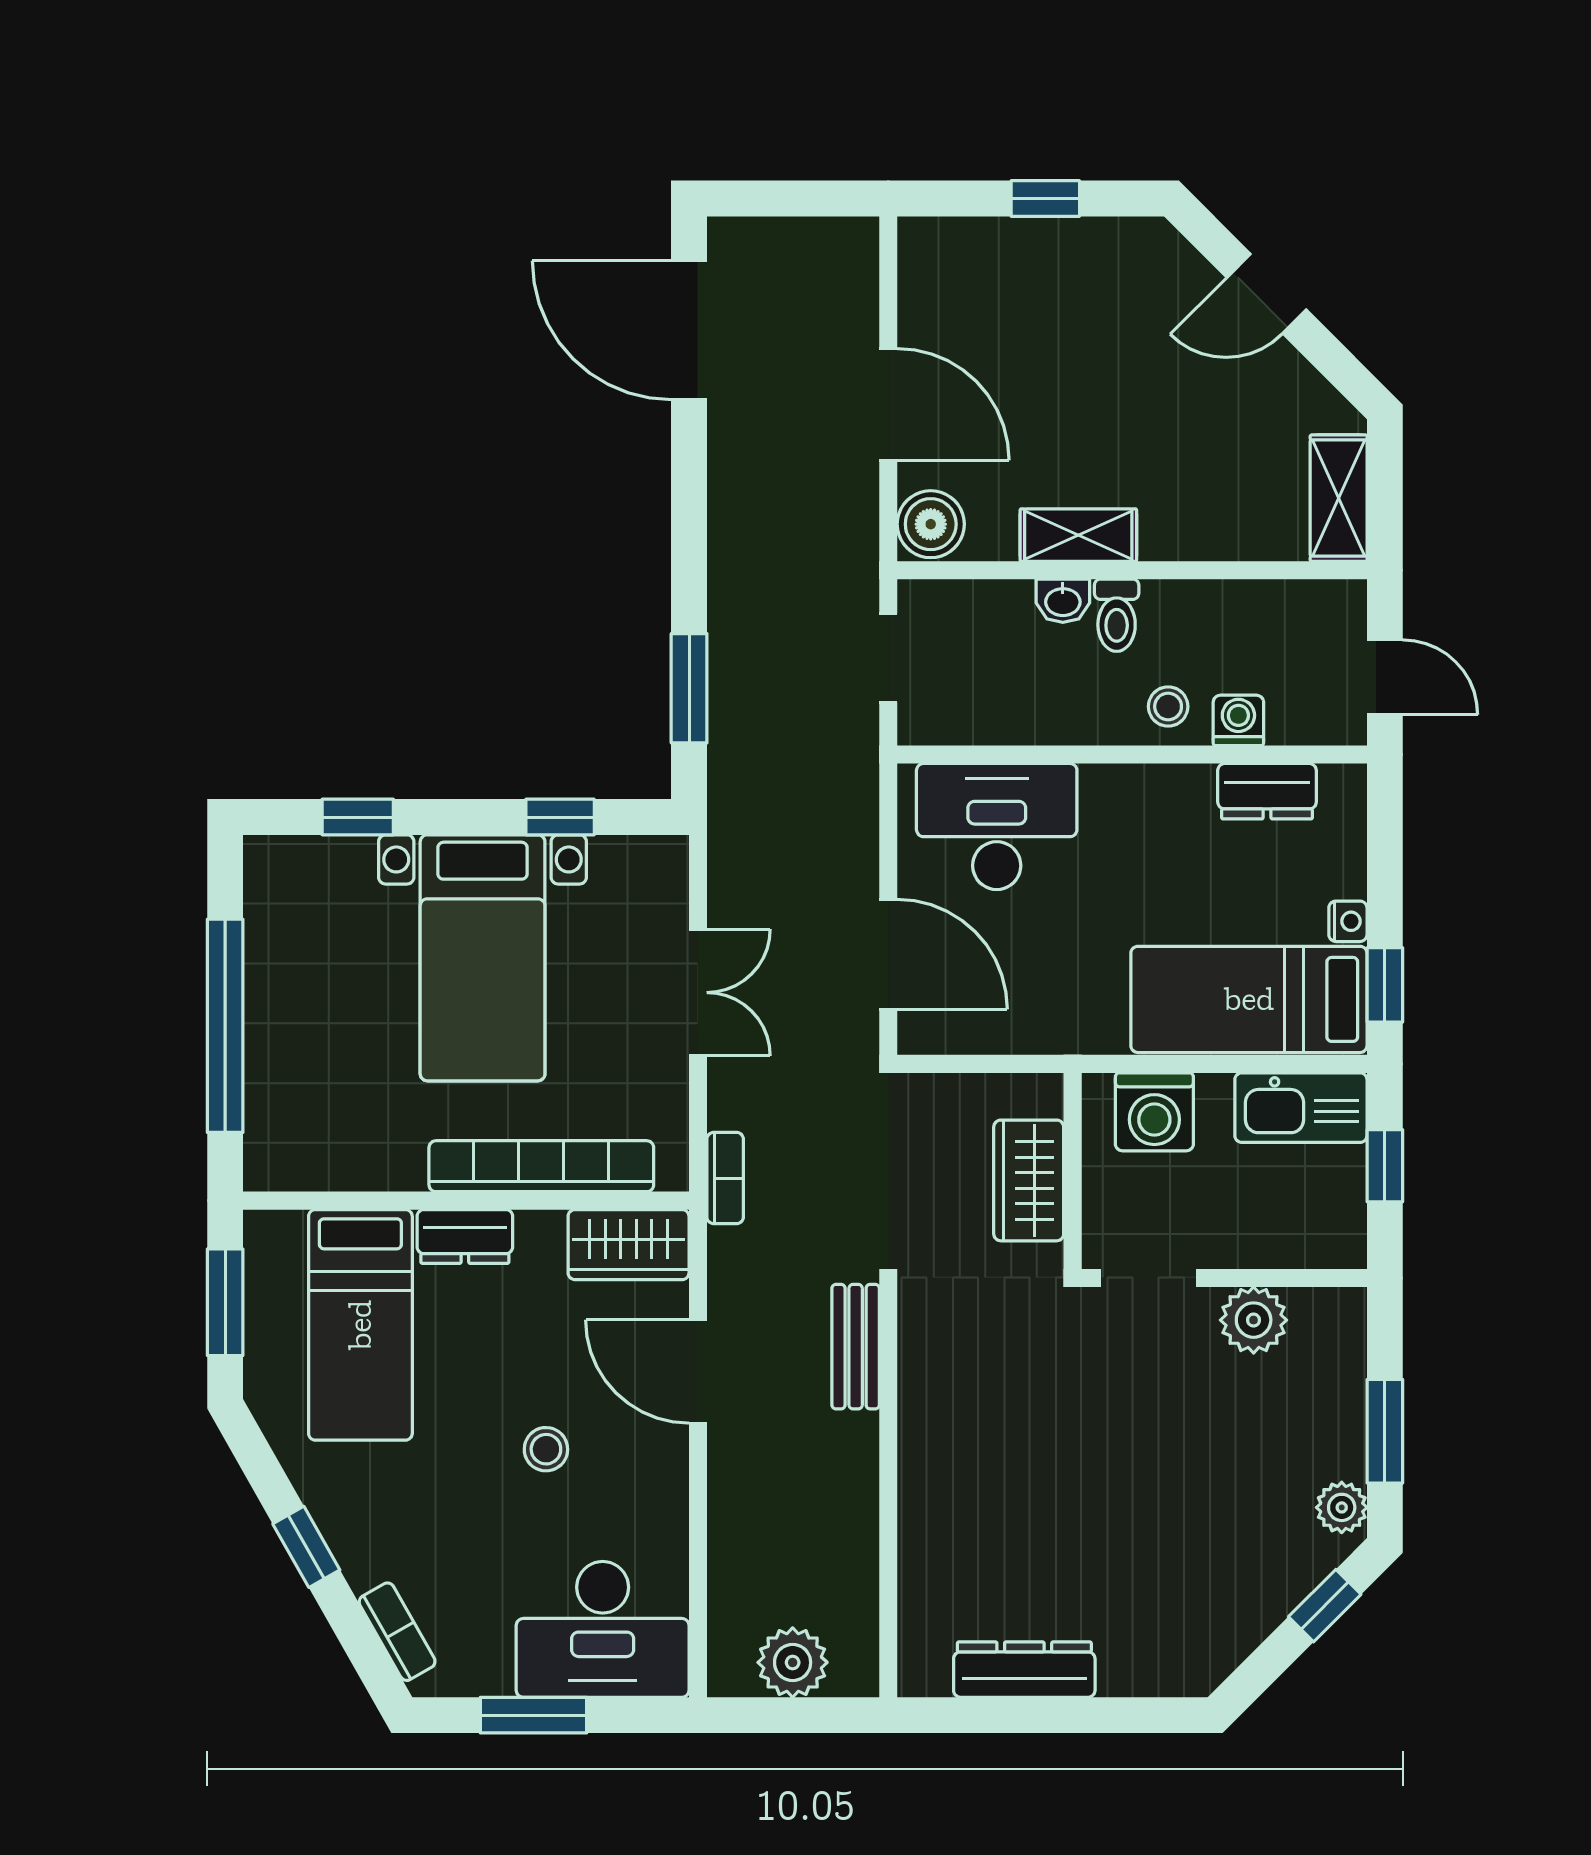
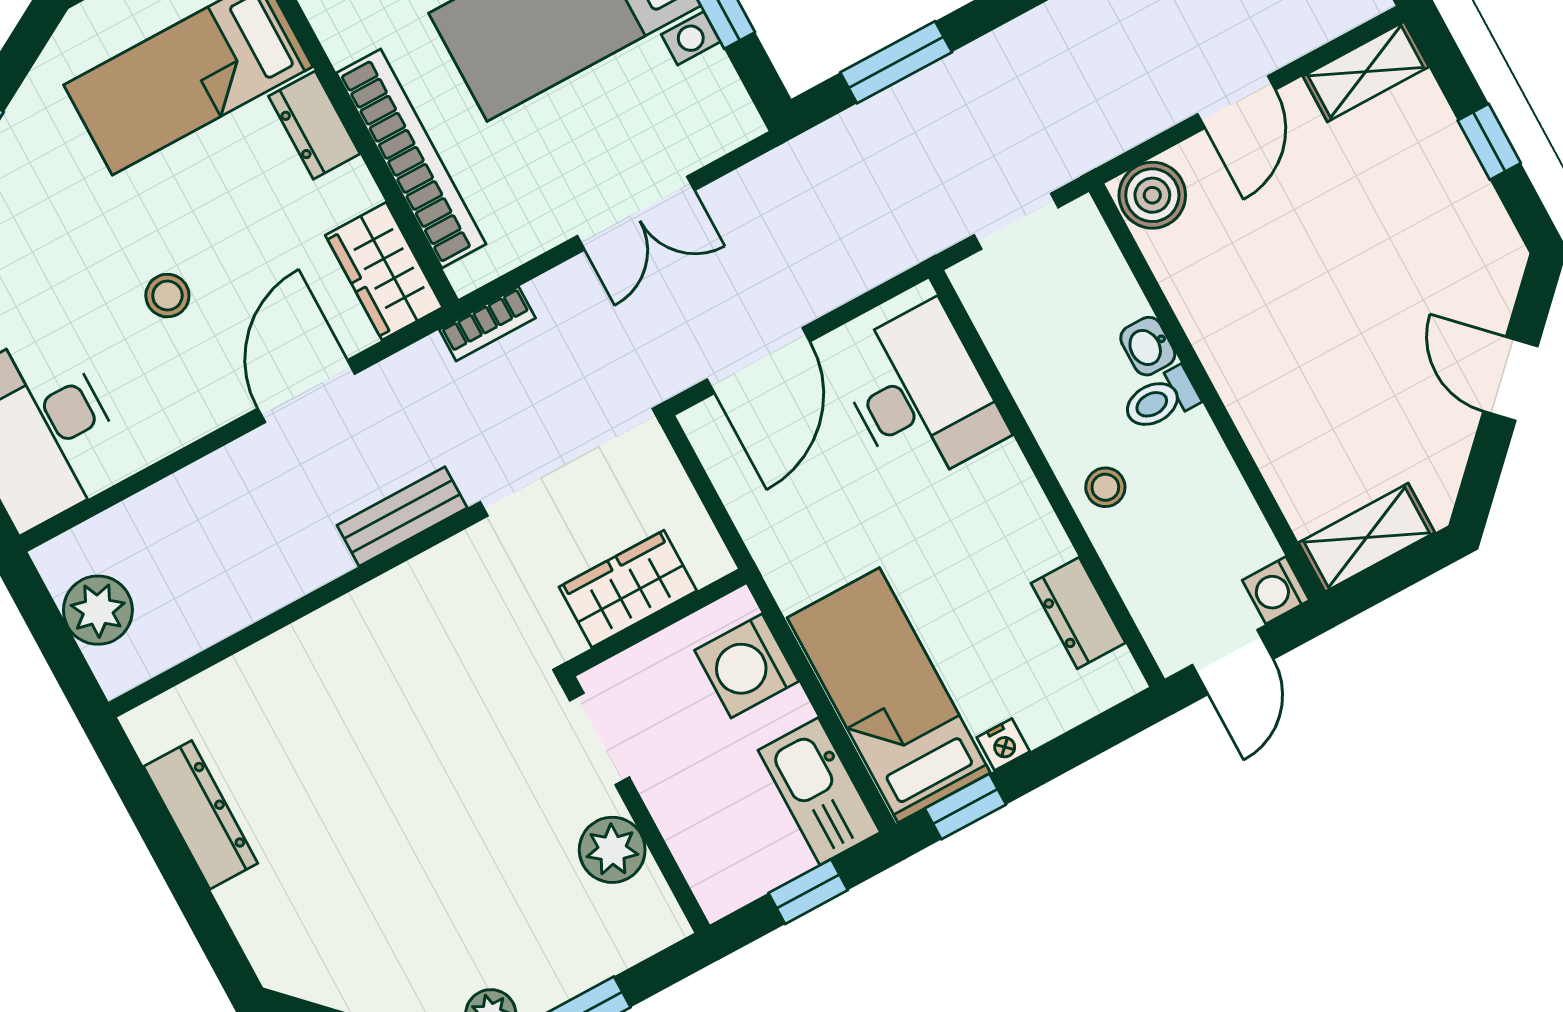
door: (888, 404) -> (1236, 102), width x0.73
shelving: (1078, 535) -> (1366, 72), moved, turned 90
washing machine: (1238, 720) -> (1276, 590), moved, turned 180

